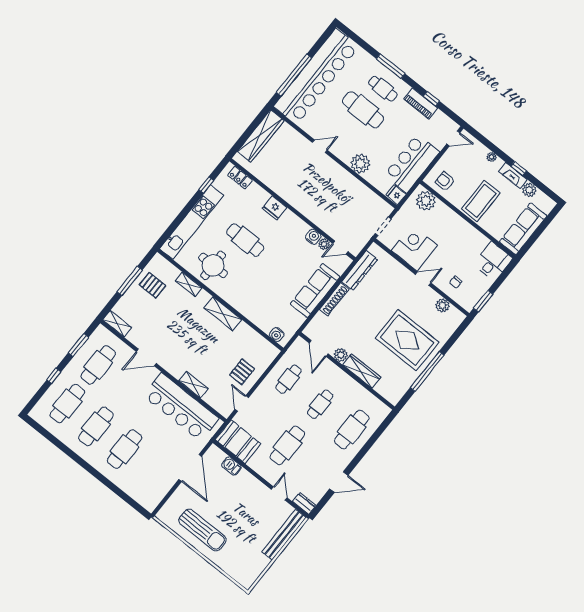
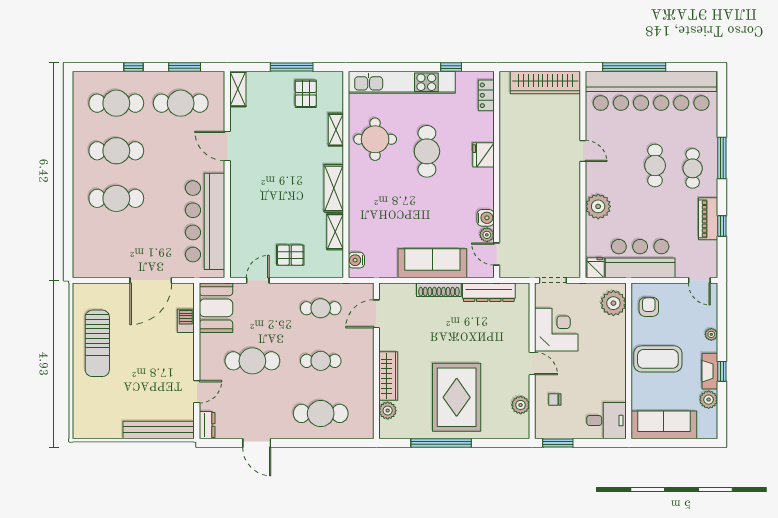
cafe table: (363, 110) -> (655, 166), width x0.73, depth x0.74
plant: (341, 355) -> (388, 411), moved
shelving: (194, 385) -> (335, 232), moved

